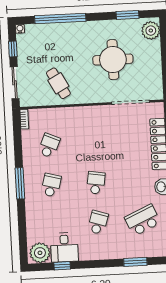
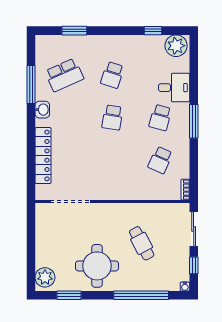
round table: (113, 60) -> (97, 266), moved
cafe table: (58, 83) -> (142, 243), moved
desk: (64, 247) -> (174, 88), moved, turned 90

